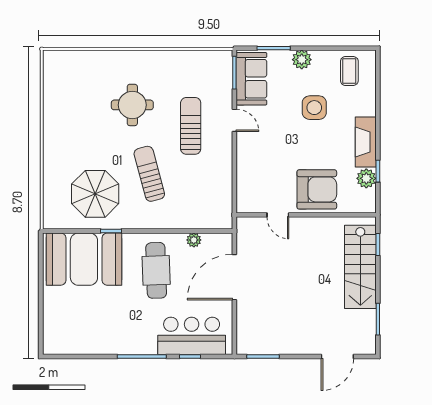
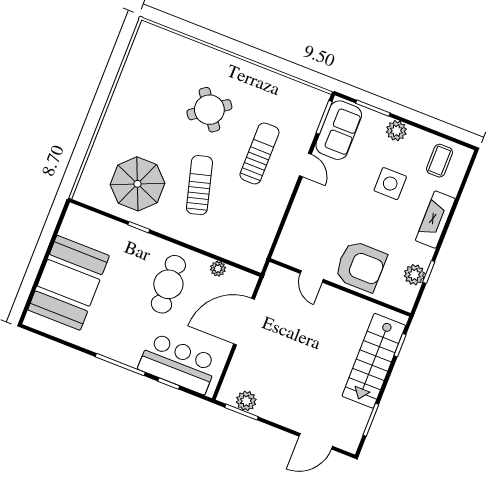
round table: (132, 105) -> (209, 110), turned -36
fireplace: (366, 142) -> (435, 220), moved
booth: (84, 259) -> (69, 283), moved, turned 90
plant: (263, 345) -> (246, 401), added

